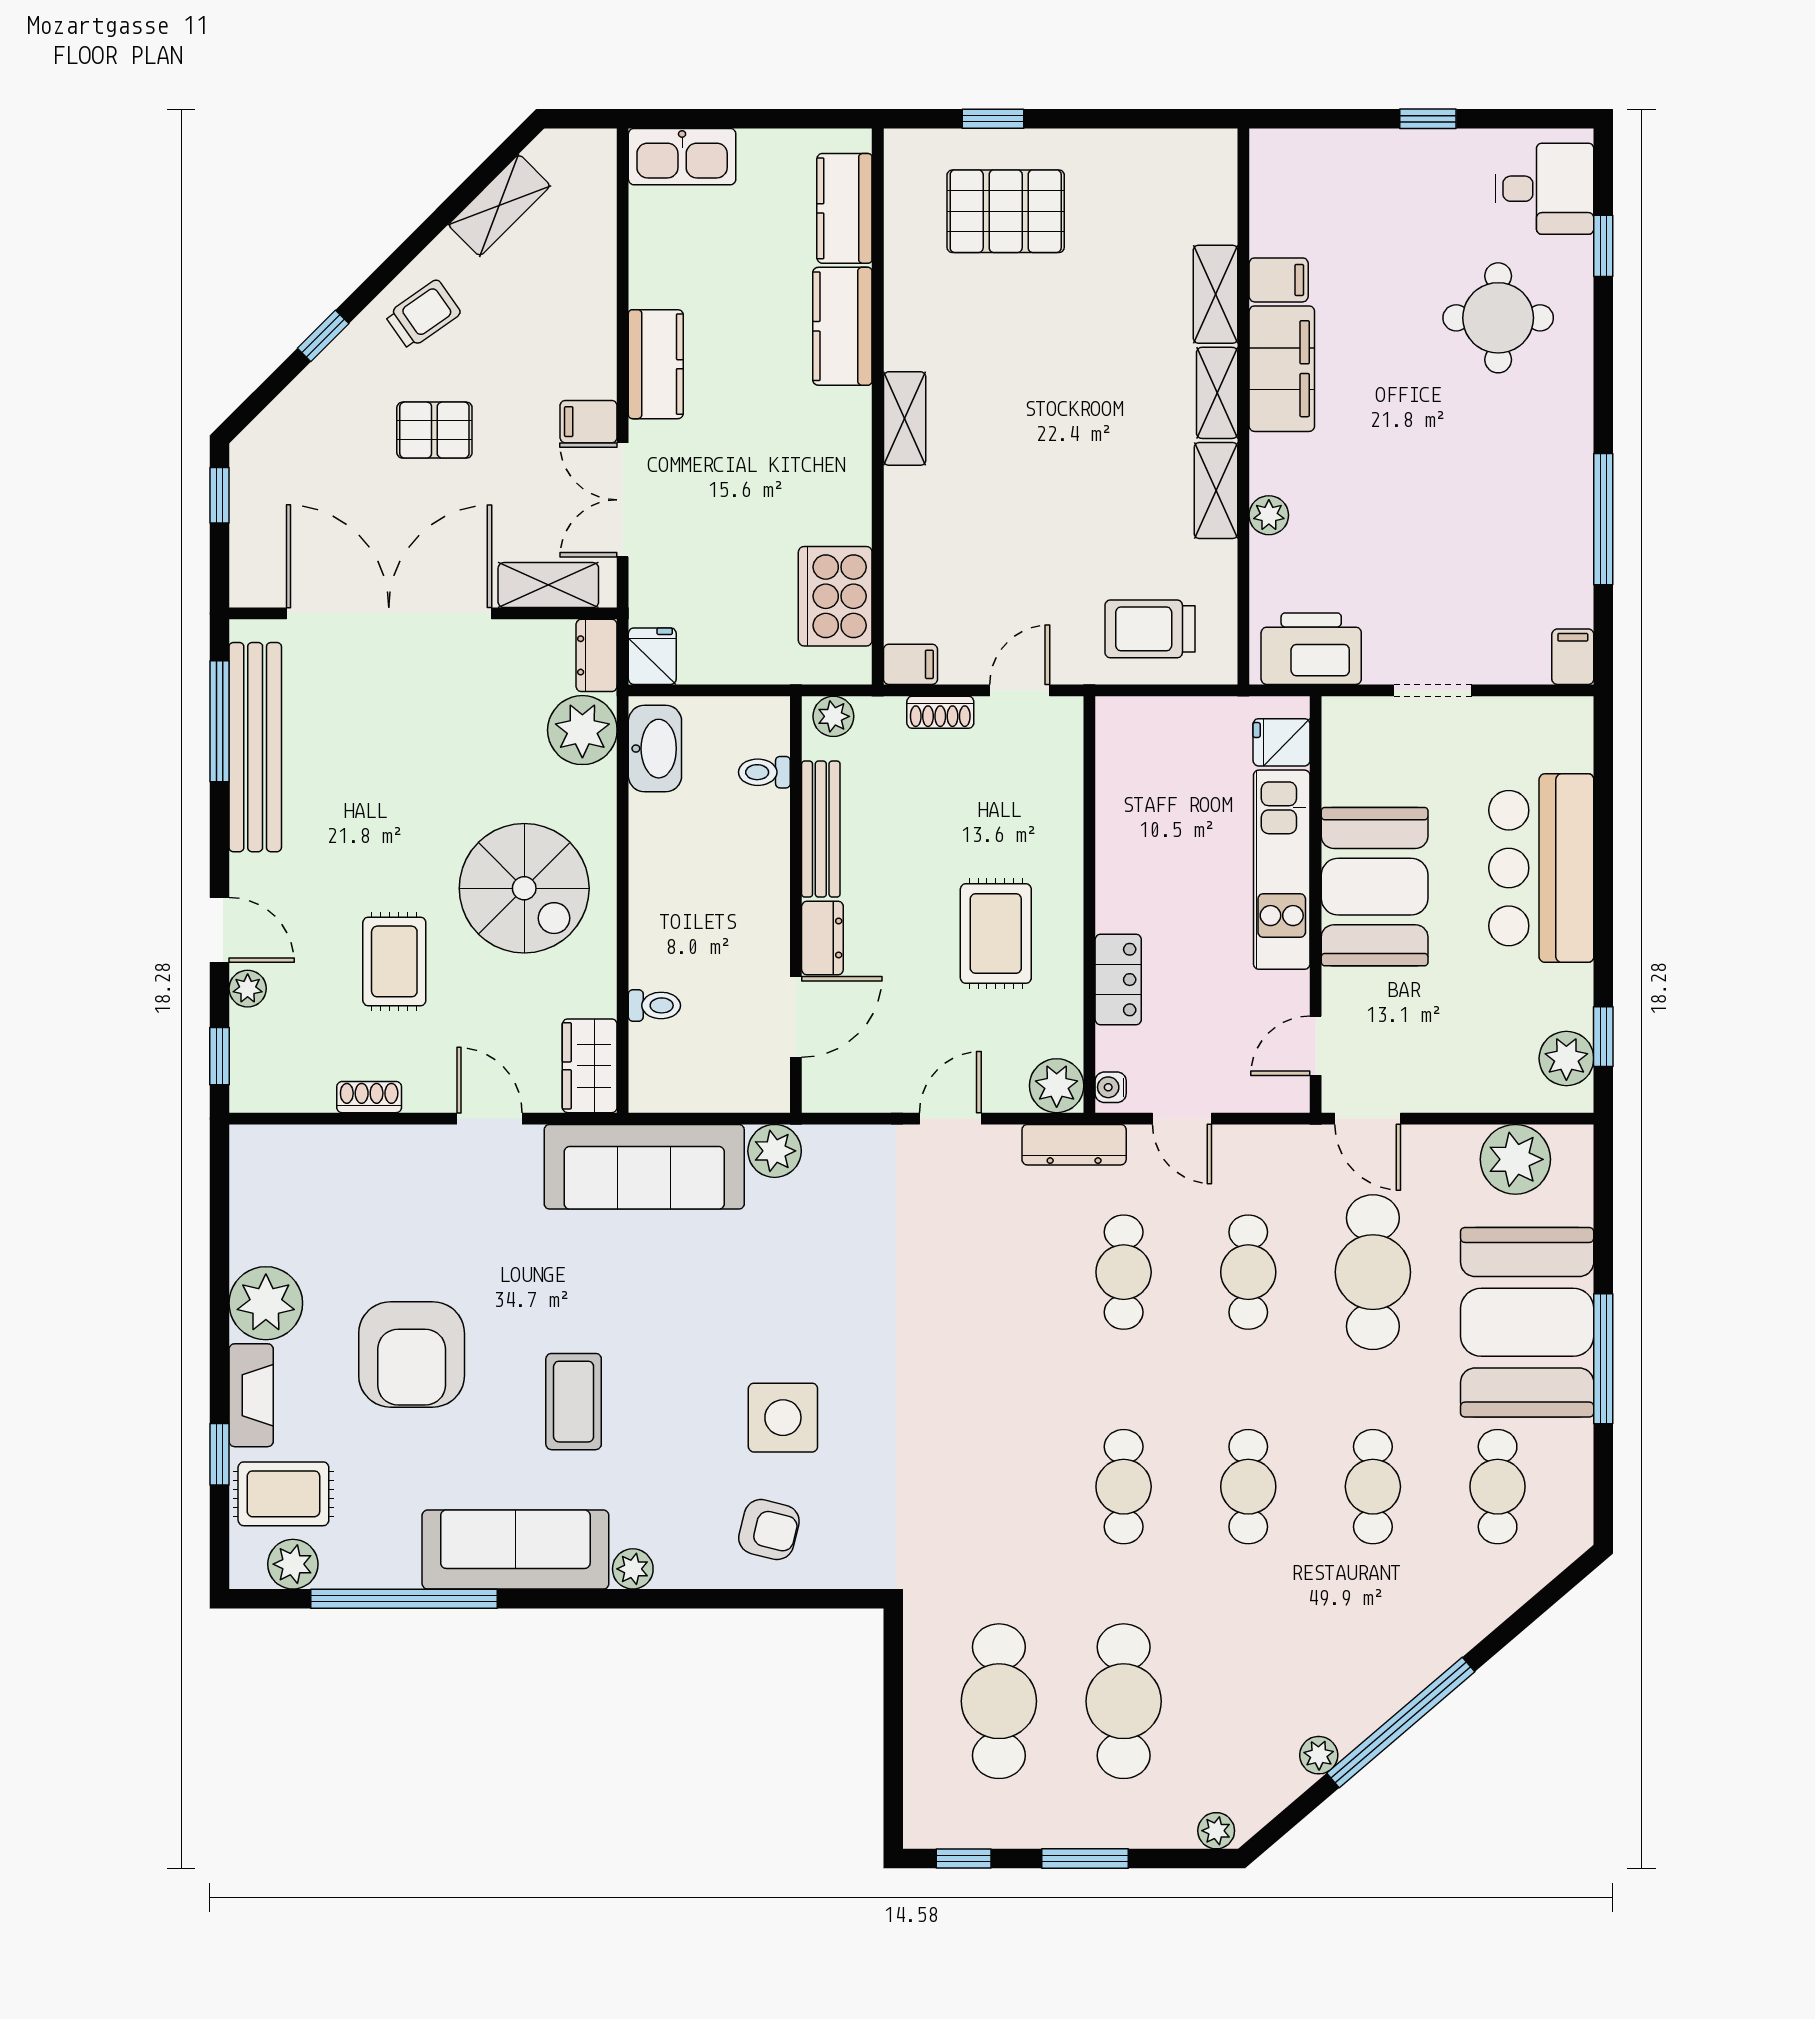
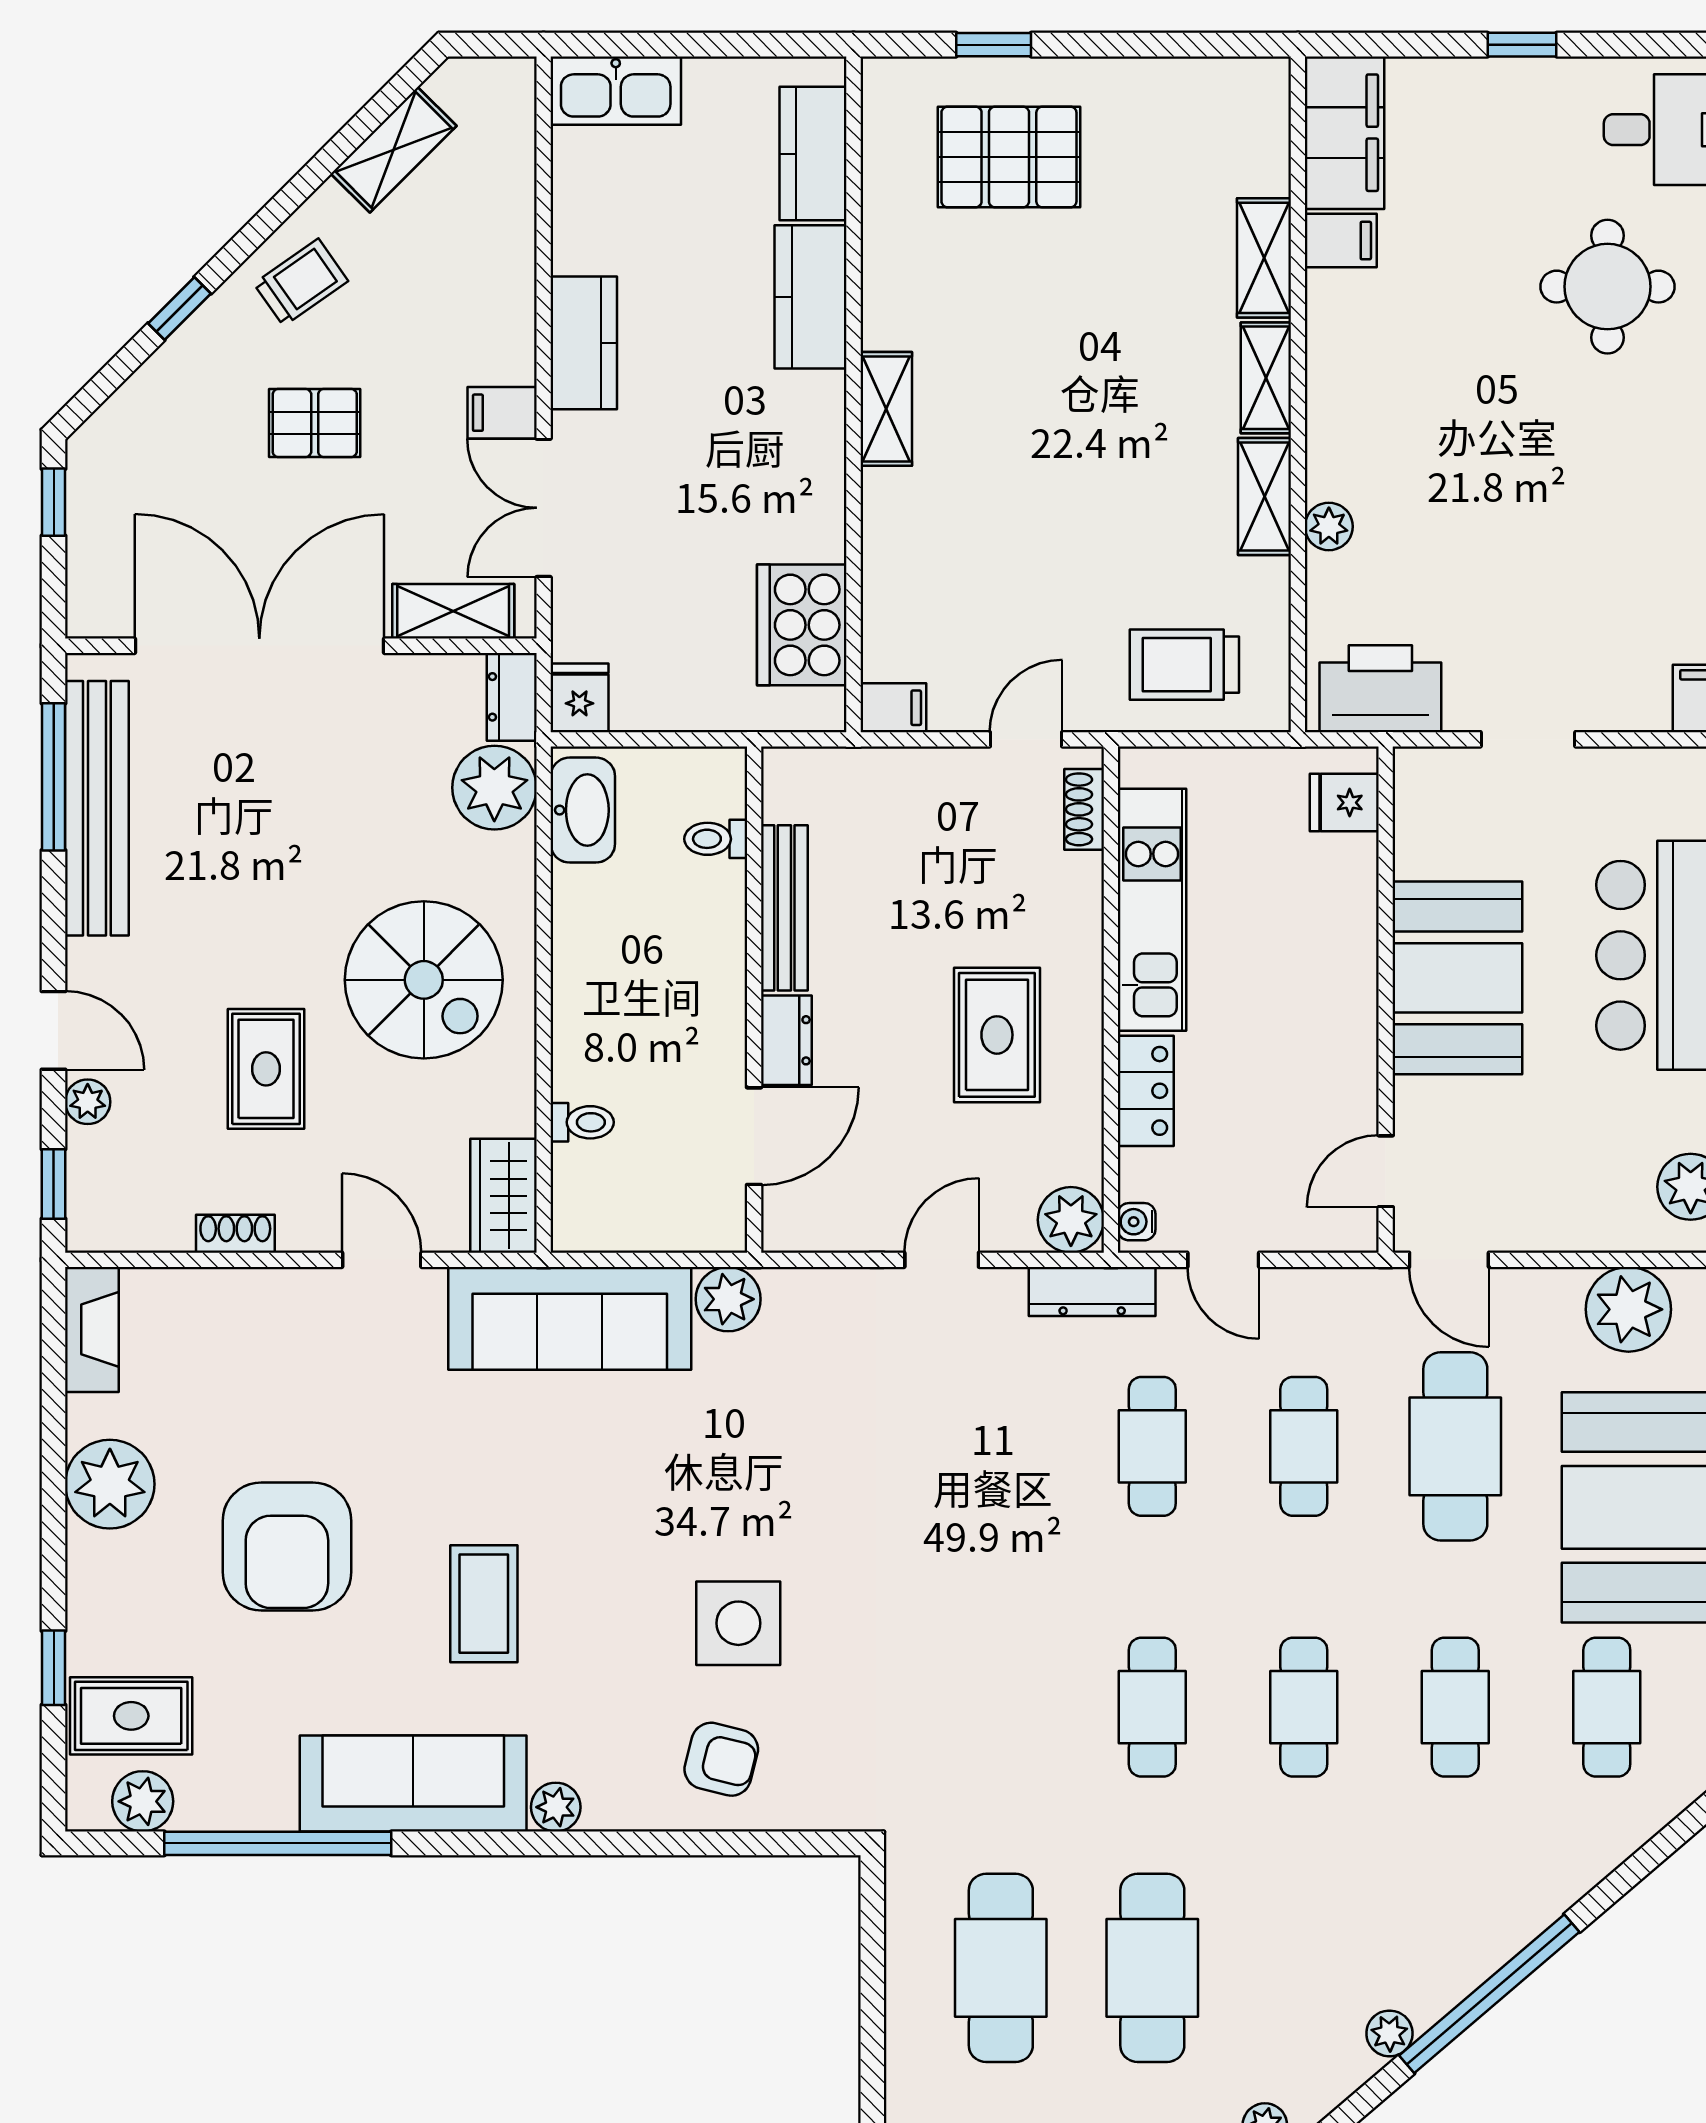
filing cabinet: (1282, 369) -> (1345, 133), moved
shoe rack: (940, 712) -> (1084, 809), moved, turned 90
plant: (833, 716) -> (800, 771), removed
kitchen unit: (1282, 870) -> (1152, 910), moved, turned 180
fireplace: (251, 1395) -> (92, 1329), moved

